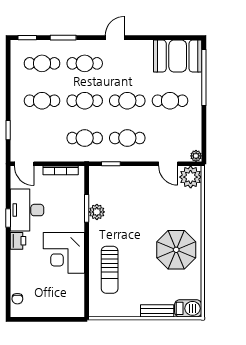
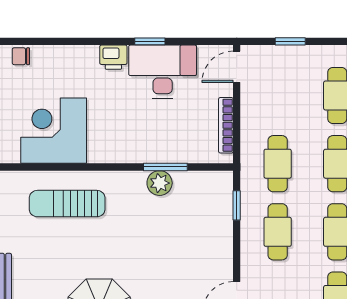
corner desk: (64, 253) -> (54, 131), moved

